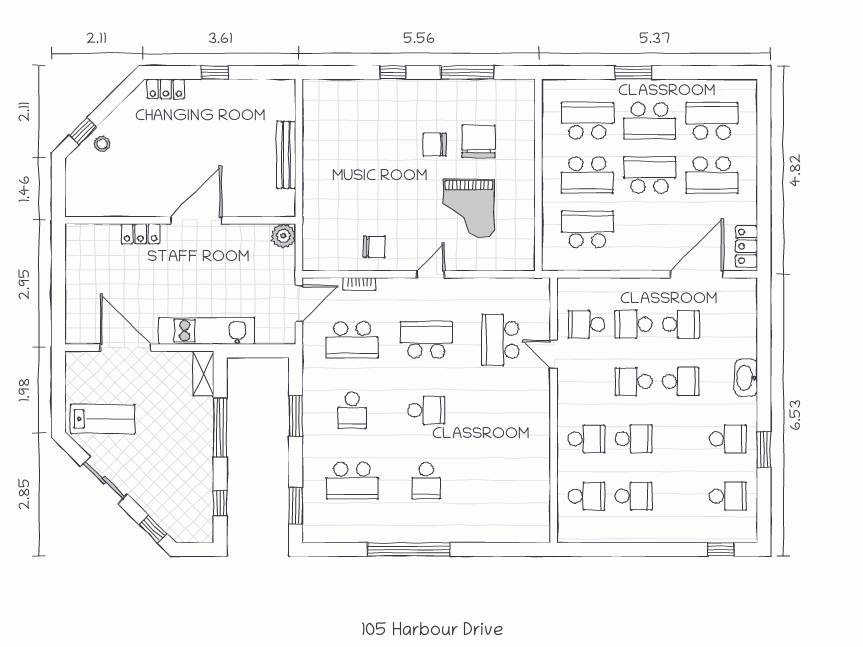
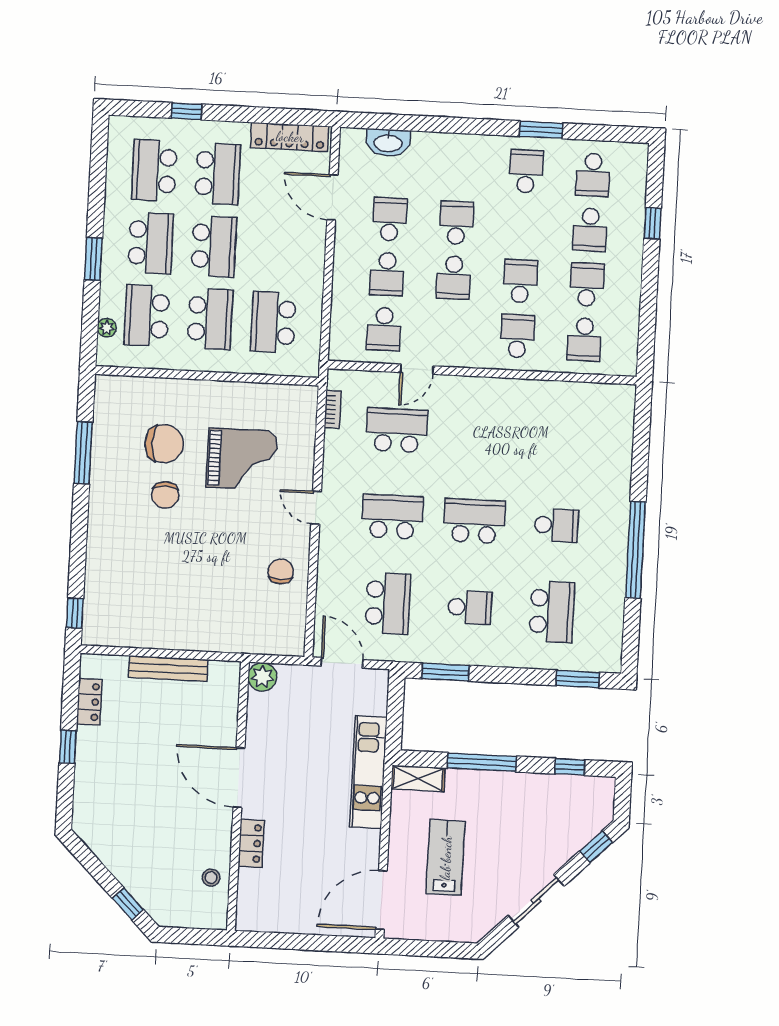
window: (393, 73) -> (75, 613), moved
plant: (575, 87) -> (107, 328), added
locker: (166, 89) -> (89, 702), moved
chair: (478, 141) -> (164, 444), turned 180
stool: (102, 144) -> (211, 878), moved
window: (764, 146) -> (187, 111), added
school desk: (650, 175) -> (214, 246), turned 180
locker: (747, 246) -> (290, 137), width x1.53
door: (697, 274) -> (332, 197), width x0.73
bookcase: (359, 284) -> (333, 409), moved
school desk: (426, 340) -> (392, 517), turned 90
school desk: (500, 340) -> (397, 430), turned 180
door: (126, 348) -> (381, 900), moved
washbasin: (746, 378) -> (388, 143), moved
school desk: (426, 410) -> (474, 521), width x1.85
window: (296, 416) -> (445, 672), moved
lab bench: (103, 419) -> (446, 858), moved
school desk: (586, 496) -> (584, 339), turned 180
school desk: (681, 496) -> (590, 230), added
school desk: (728, 496) -> (593, 175), turned 180
window: (721, 549) -> (653, 223), moved

